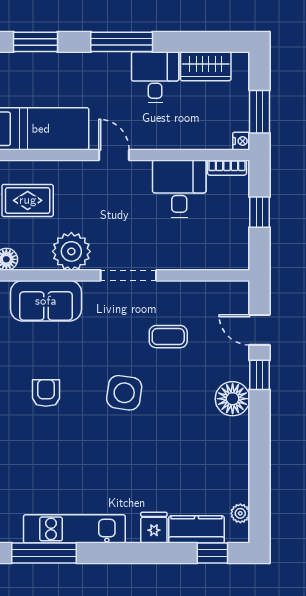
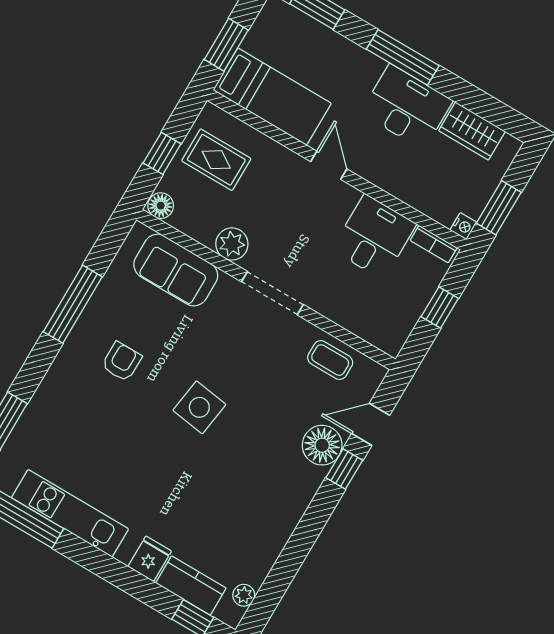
desk: (155, 77) -> (407, 107), width x1.37
plant: (71, 251) -> (232, 244), width x0.73, depth x0.73
door: (260, 330) -> (371, 424), hinge flipped
coffee table: (168, 337) -> (330, 360), moved
floor lamp: (233, 399) -> (322, 445), moved

